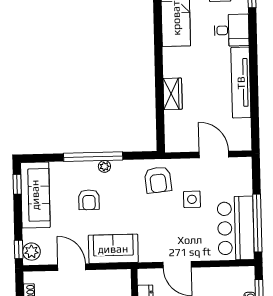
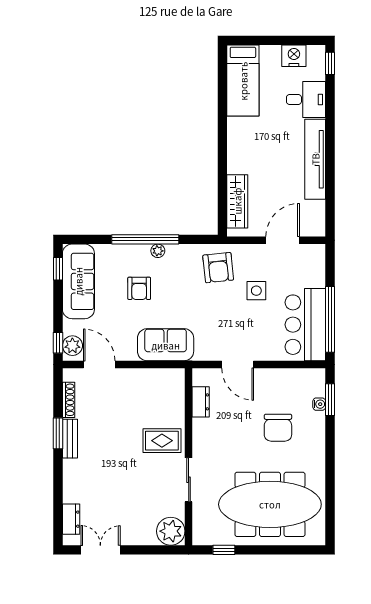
wardrobe: (173, 94) -> (237, 201), moved, width x1.50
door: (214, 155) -> (283, 240), hinge flipped
door: (72, 267) -> (99, 365), moved

